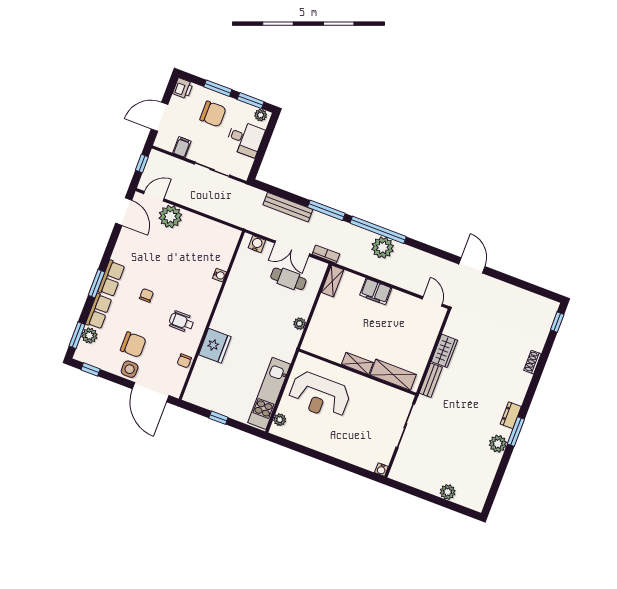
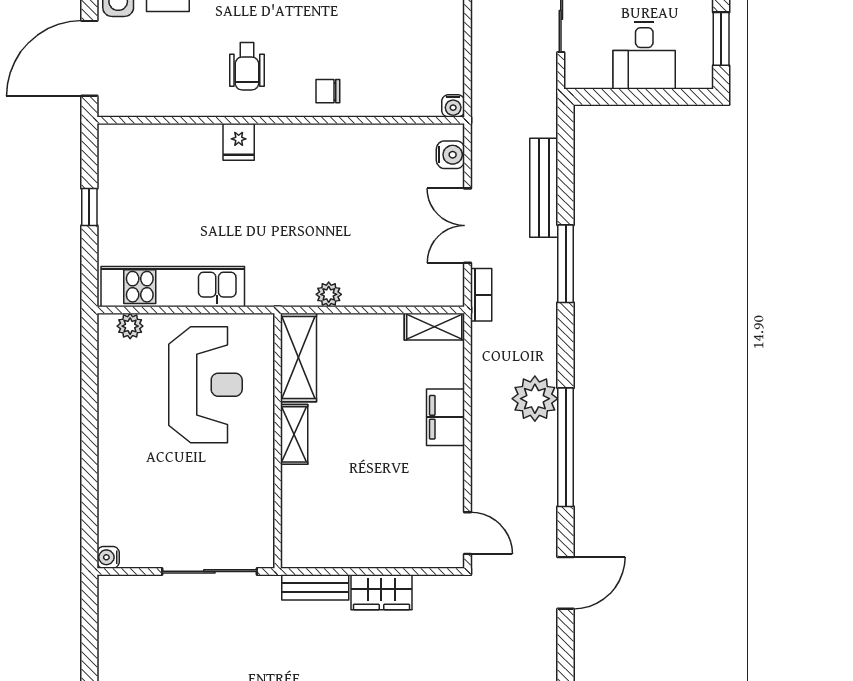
plant: (261, 115) -> (701, 69), removed
window: (378, 230) -> (566, 447), moved
water cooler: (220, 275) -> (453, 106), moved
cafe table: (288, 279) -> (407, 241), removed
door: (432, 301) -> (467, 533), hinge flipped
wheelchair: (181, 322) -> (247, 66), turned 180
fridge: (215, 346) -> (239, 142), width x0.53, depth x0.75
chair: (184, 361) -> (328, 91), moved
shelving: (393, 375) -> (298, 358), moved
reception desk: (319, 395) -> (205, 385), turned 180

